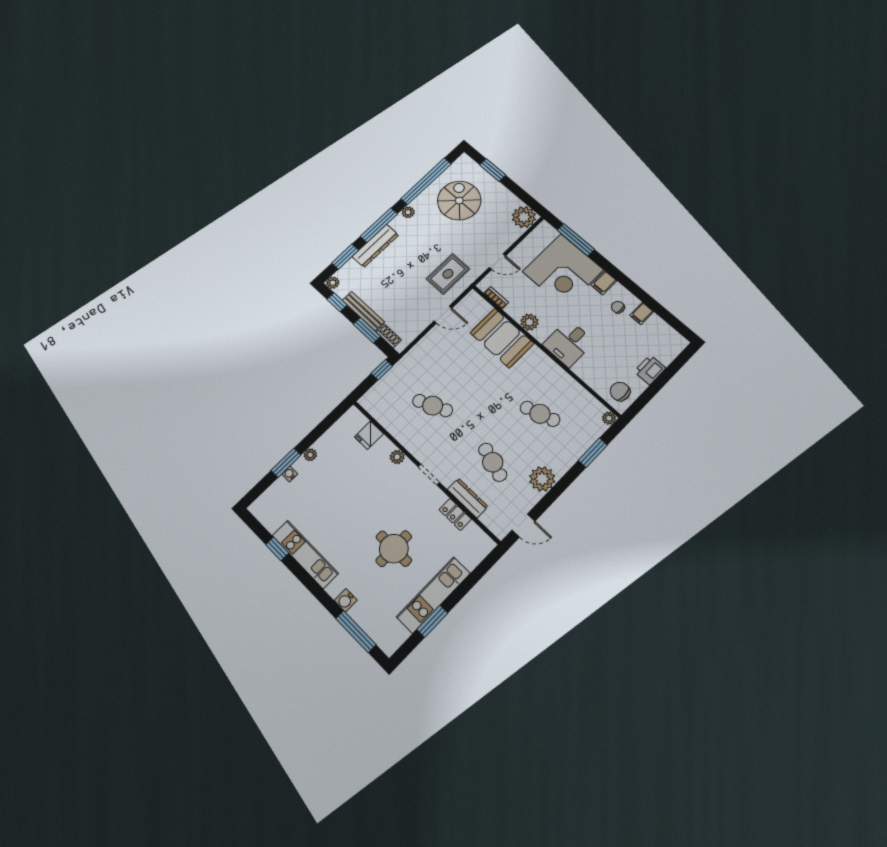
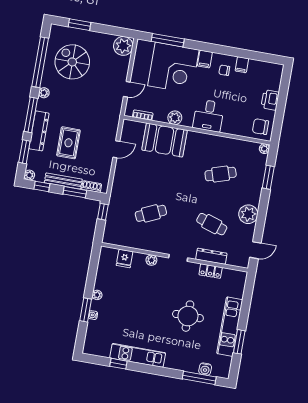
rug: (448, 274) -> (68, 143), moved
water cooler: (346, 600) -> (205, 369), moved

